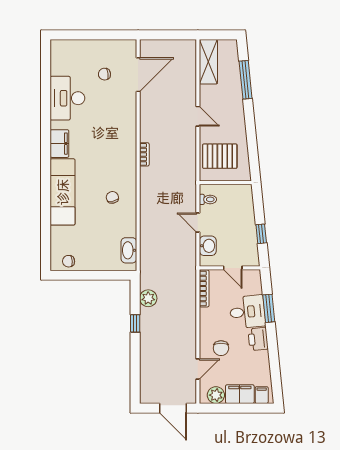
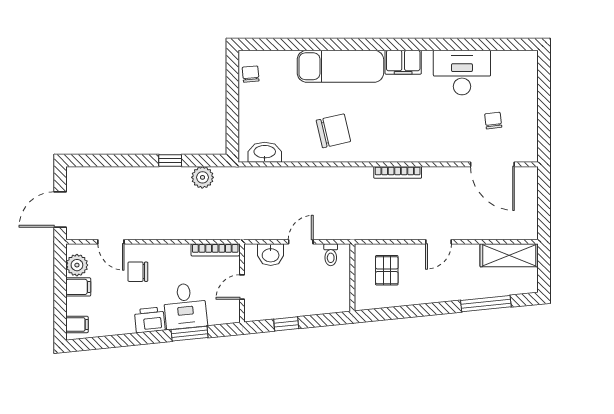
bookcase: (144, 154) -> (398, 172), width x1.56
pallet: (220, 156) -> (387, 270), width x0.67, depth x0.71
chair: (112, 197) -> (333, 131), width x1.87, depth x1.87
filing cabinet: (240, 394) -> (78, 287), width x0.50

